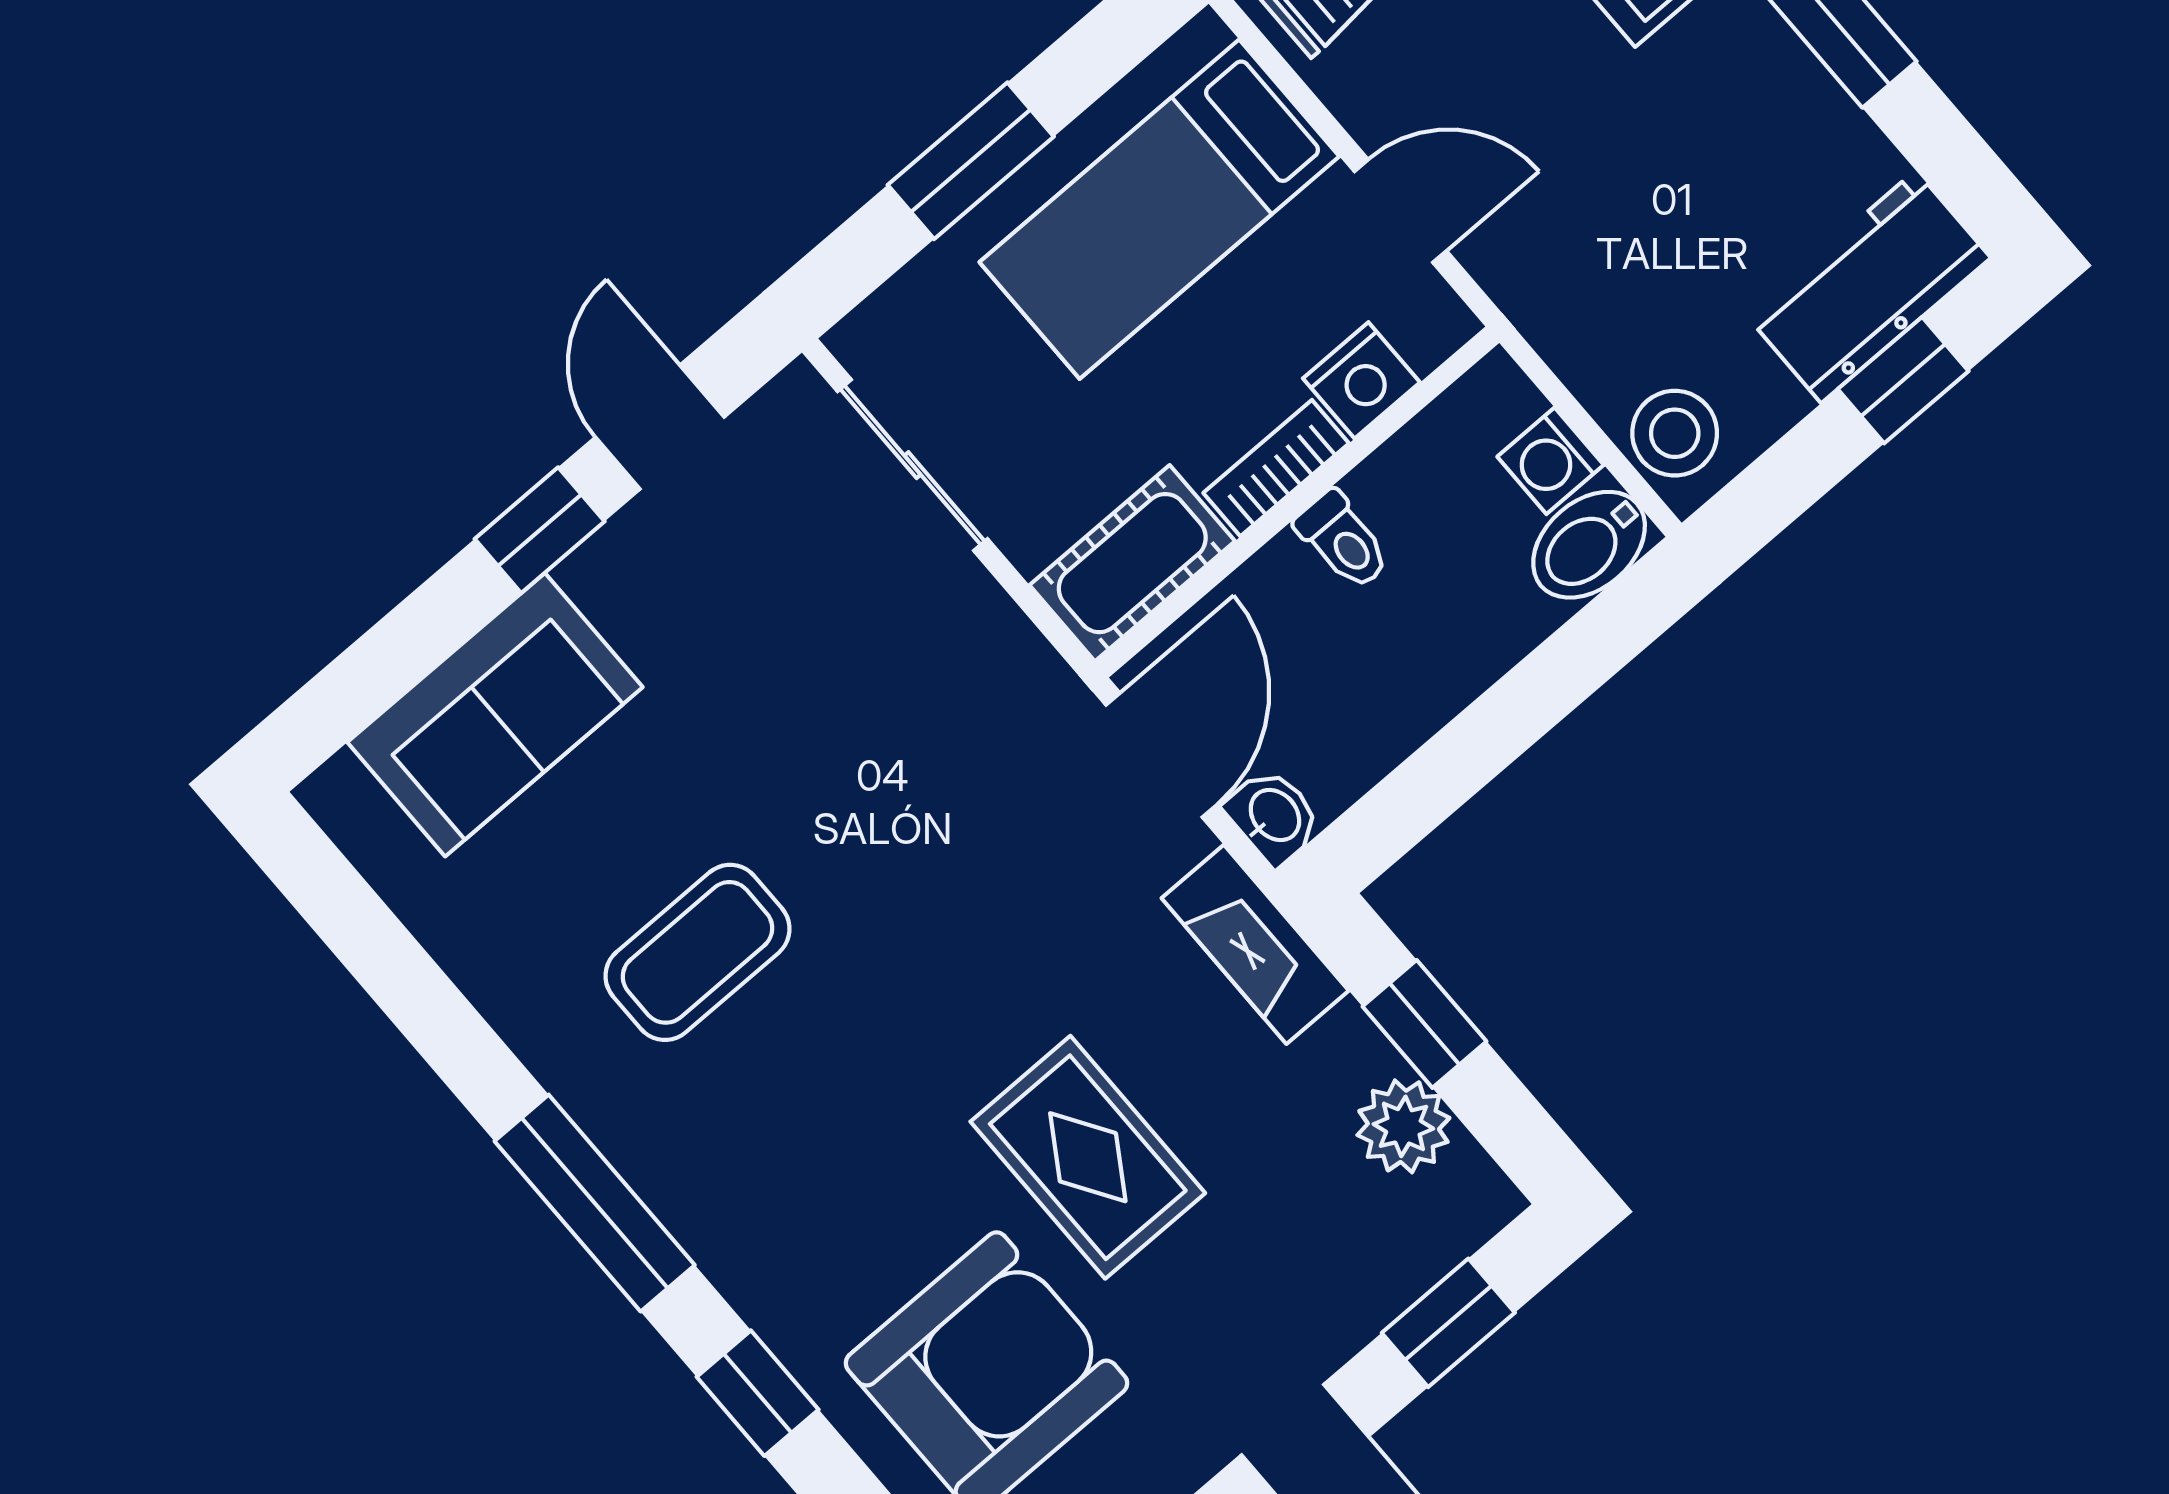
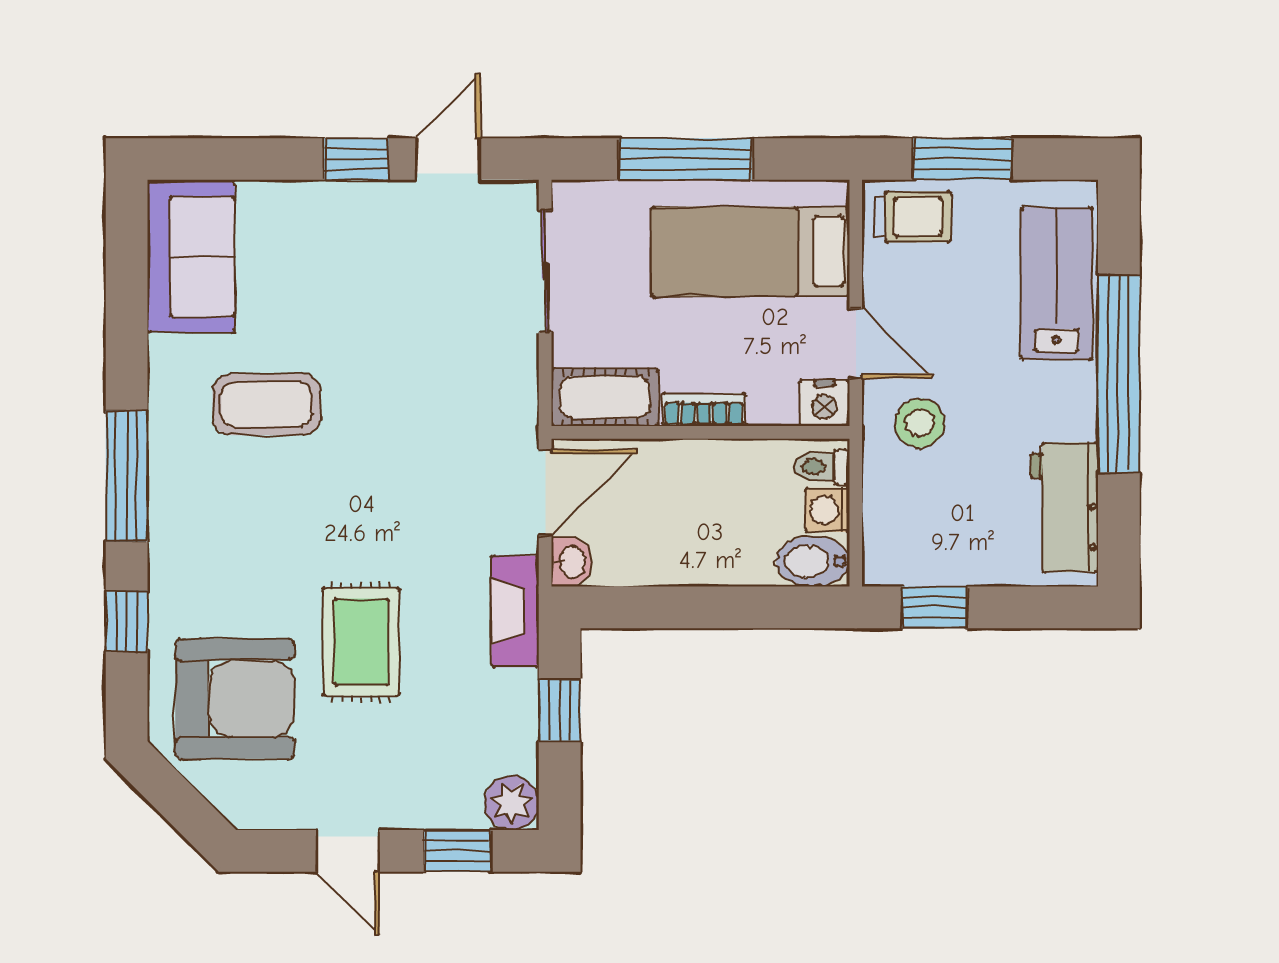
window: (971, 161) -> (686, 159), width x1.44
workbench: (1869, 287) -> (1065, 507), moved, turned -90
nightstand: (1362, 380) -> (824, 403), moved
window: (1903, 380) -> (935, 607), moved
stool: (1675, 433) -> (920, 423), moved
toilet: (1343, 540) -> (822, 467), moved, turned 90
sofa: (495, 715) -> (191, 257), moved, turned -90
plant: (1403, 1126) -> (512, 803), moved

